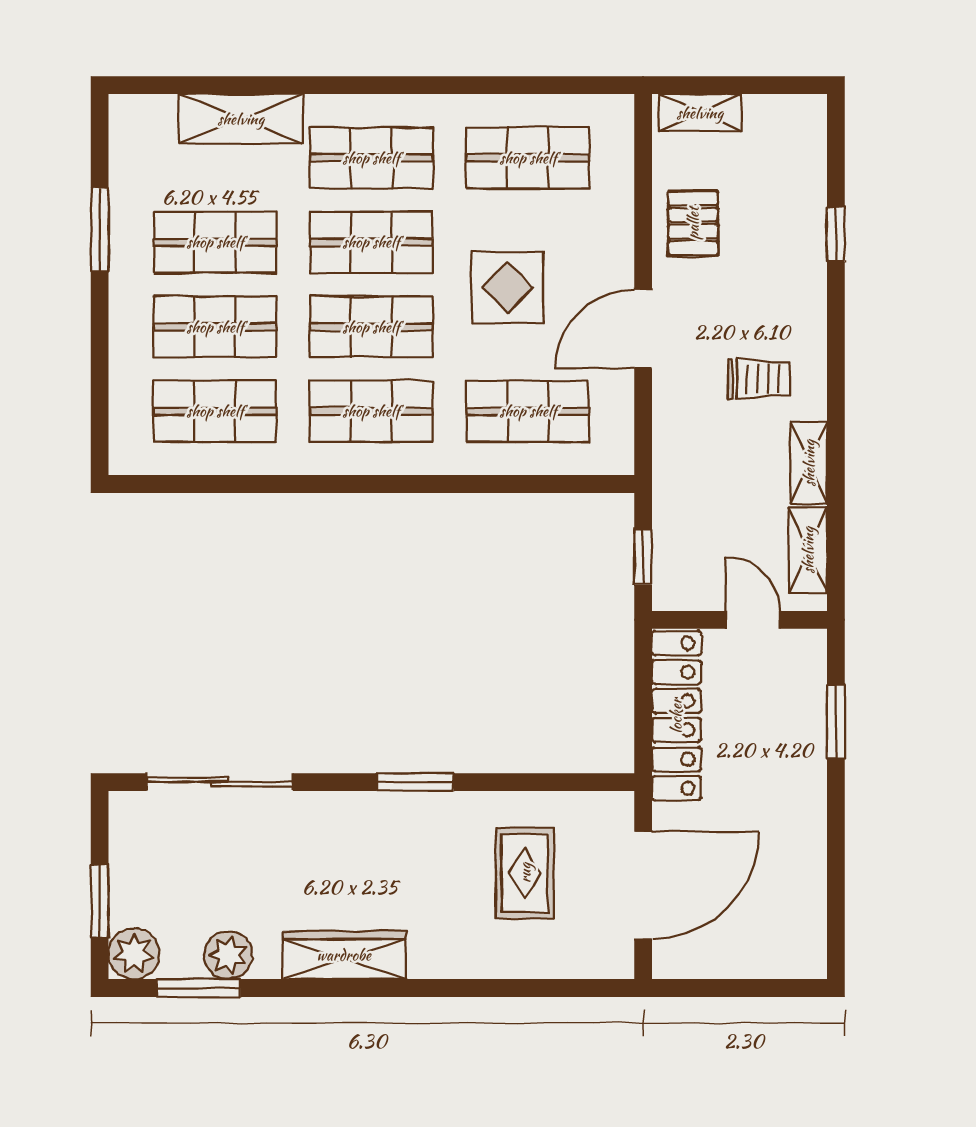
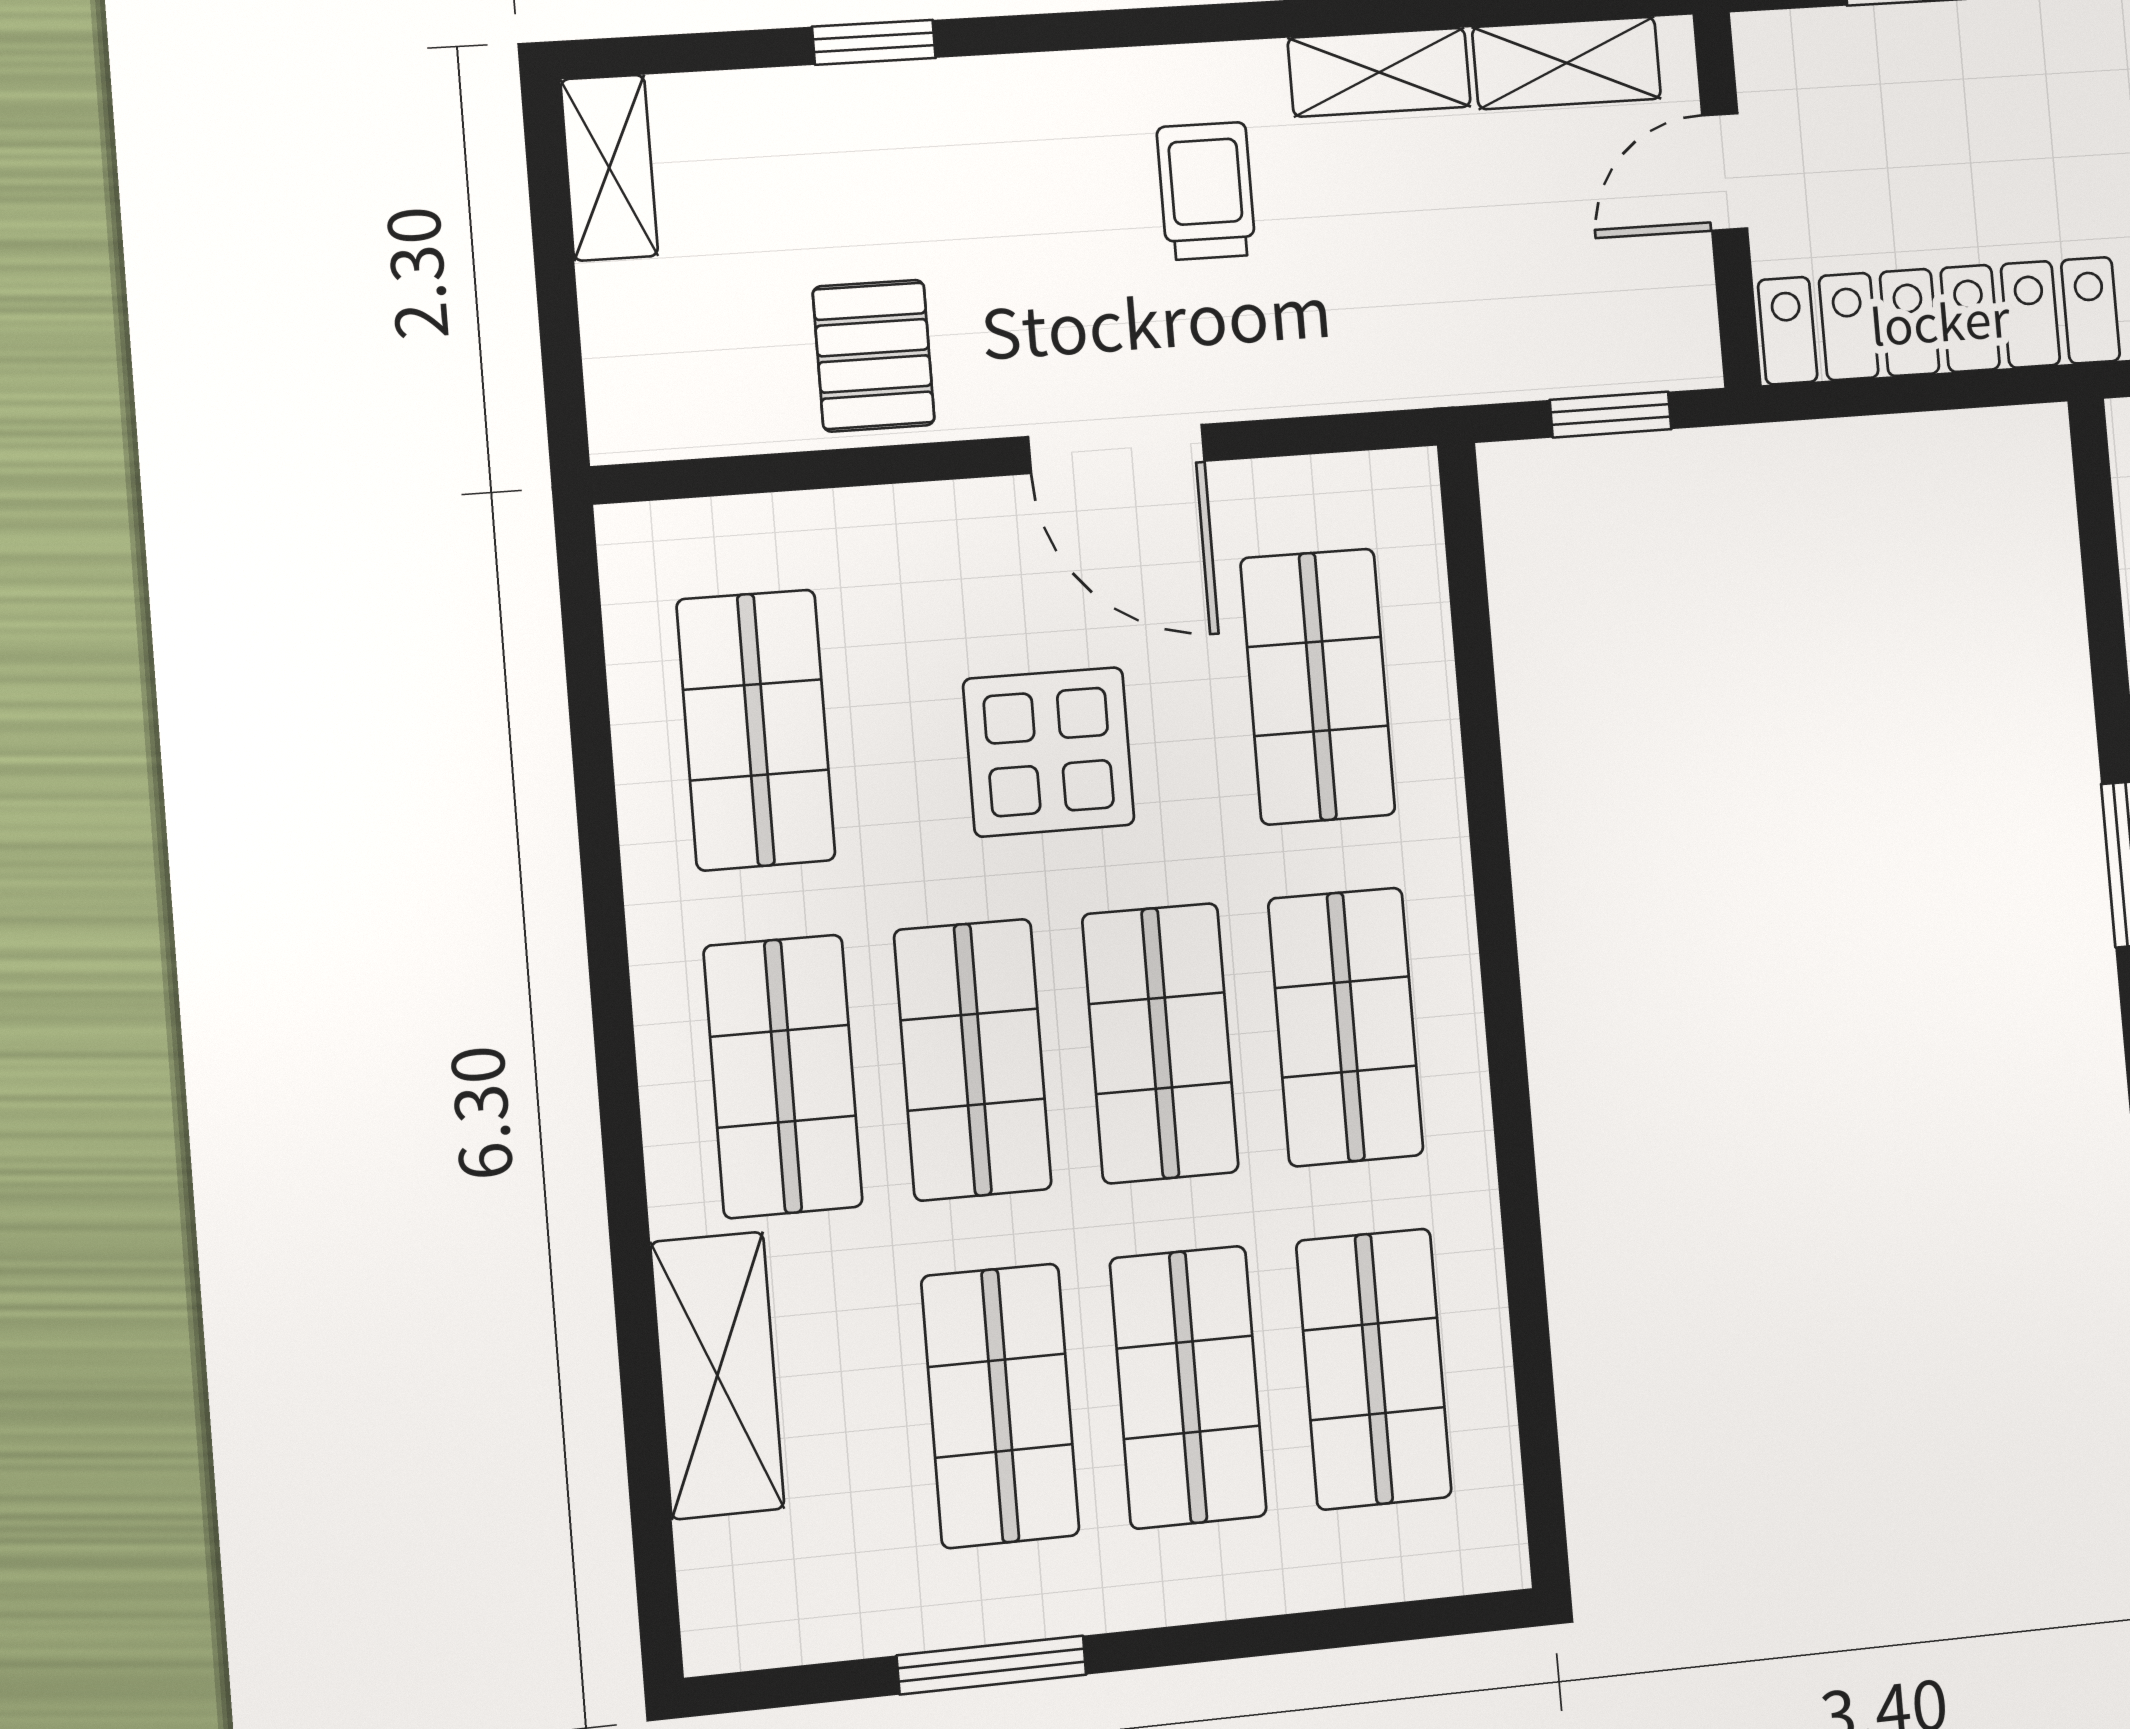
shelving: (700, 113) -> (609, 168), moved
pallet: (693, 223) -> (874, 356), turned 90

